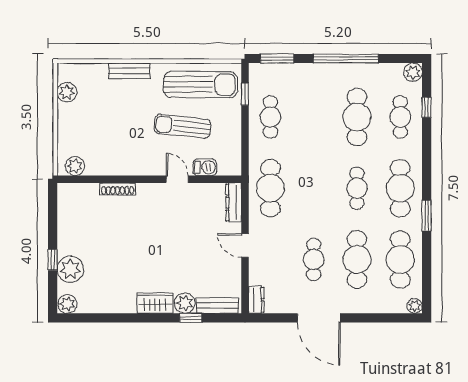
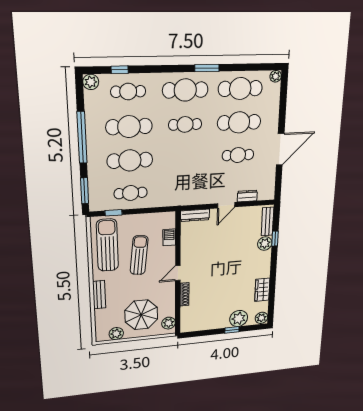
sun lounger: (182, 126) -> (139, 255), turned 180
parasol: (92, 128) -> (141, 315), added
door: (177, 179) -> (178, 273), moved
cafe table: (270, 188) -> (130, 160), moved
dresser: (256, 300) -> (247, 196), moved
wardrobe: (155, 303) -> (262, 290), moved

